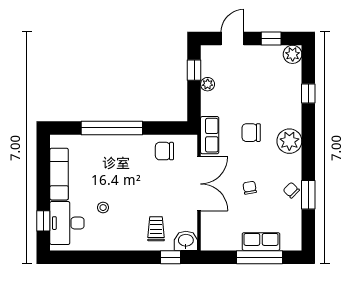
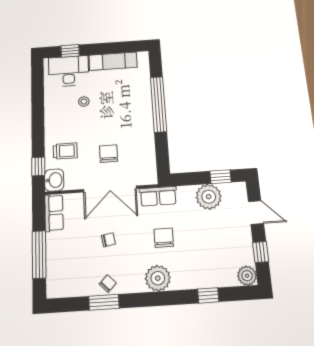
plant: (208, 84) -> (209, 197), width x1.87, depth x1.87
chair: (164, 151) -> (109, 154), moved
row of seats: (261, 242) -> (54, 213), moved

